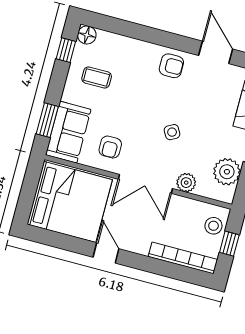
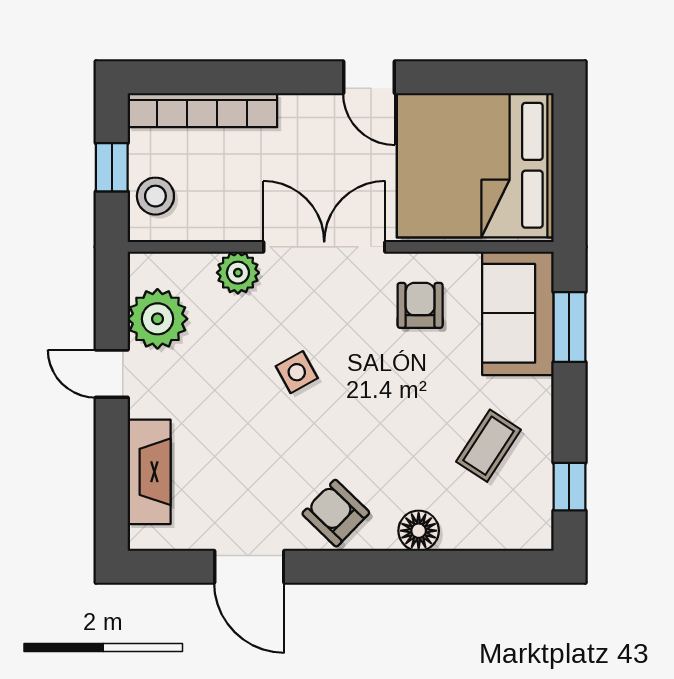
floor lamp: (87, 35) -> (419, 531), moved
armchair: (171, 66) -> (336, 513), turned 44
coffee table: (97, 77) -> (489, 446), turned -57

